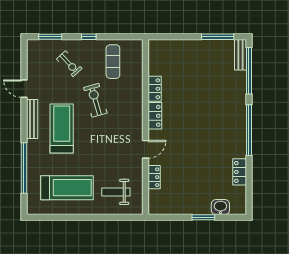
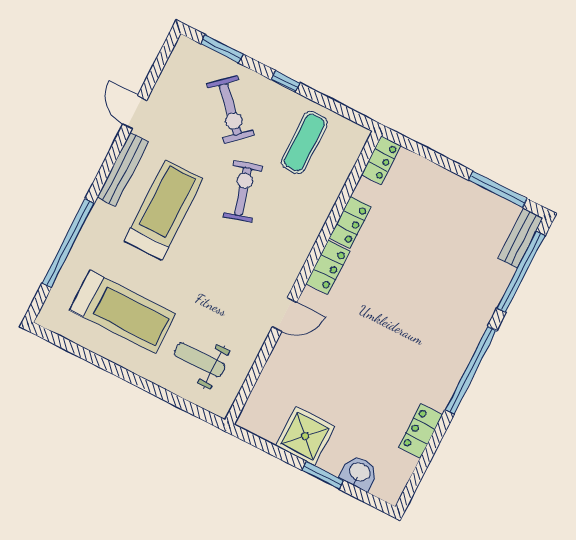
exercise bike: (69, 64) -> (231, 109), width x1.38, depth x1.39
locker: (154, 177) -> (381, 160), moved
shower: (185, 203) -> (305, 436), added

